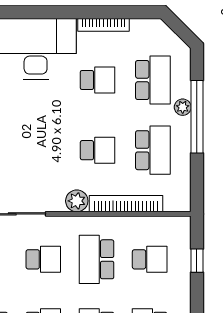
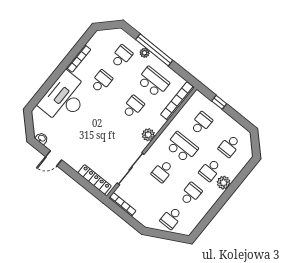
school desk: (153, 80) -> (121, 56), width x0.54
bookcase: (126, 204) -> (177, 101), moved
school desk: (43, 259) -> (163, 171), turned 180
school desk: (96, 259) -> (182, 147), turned 180

